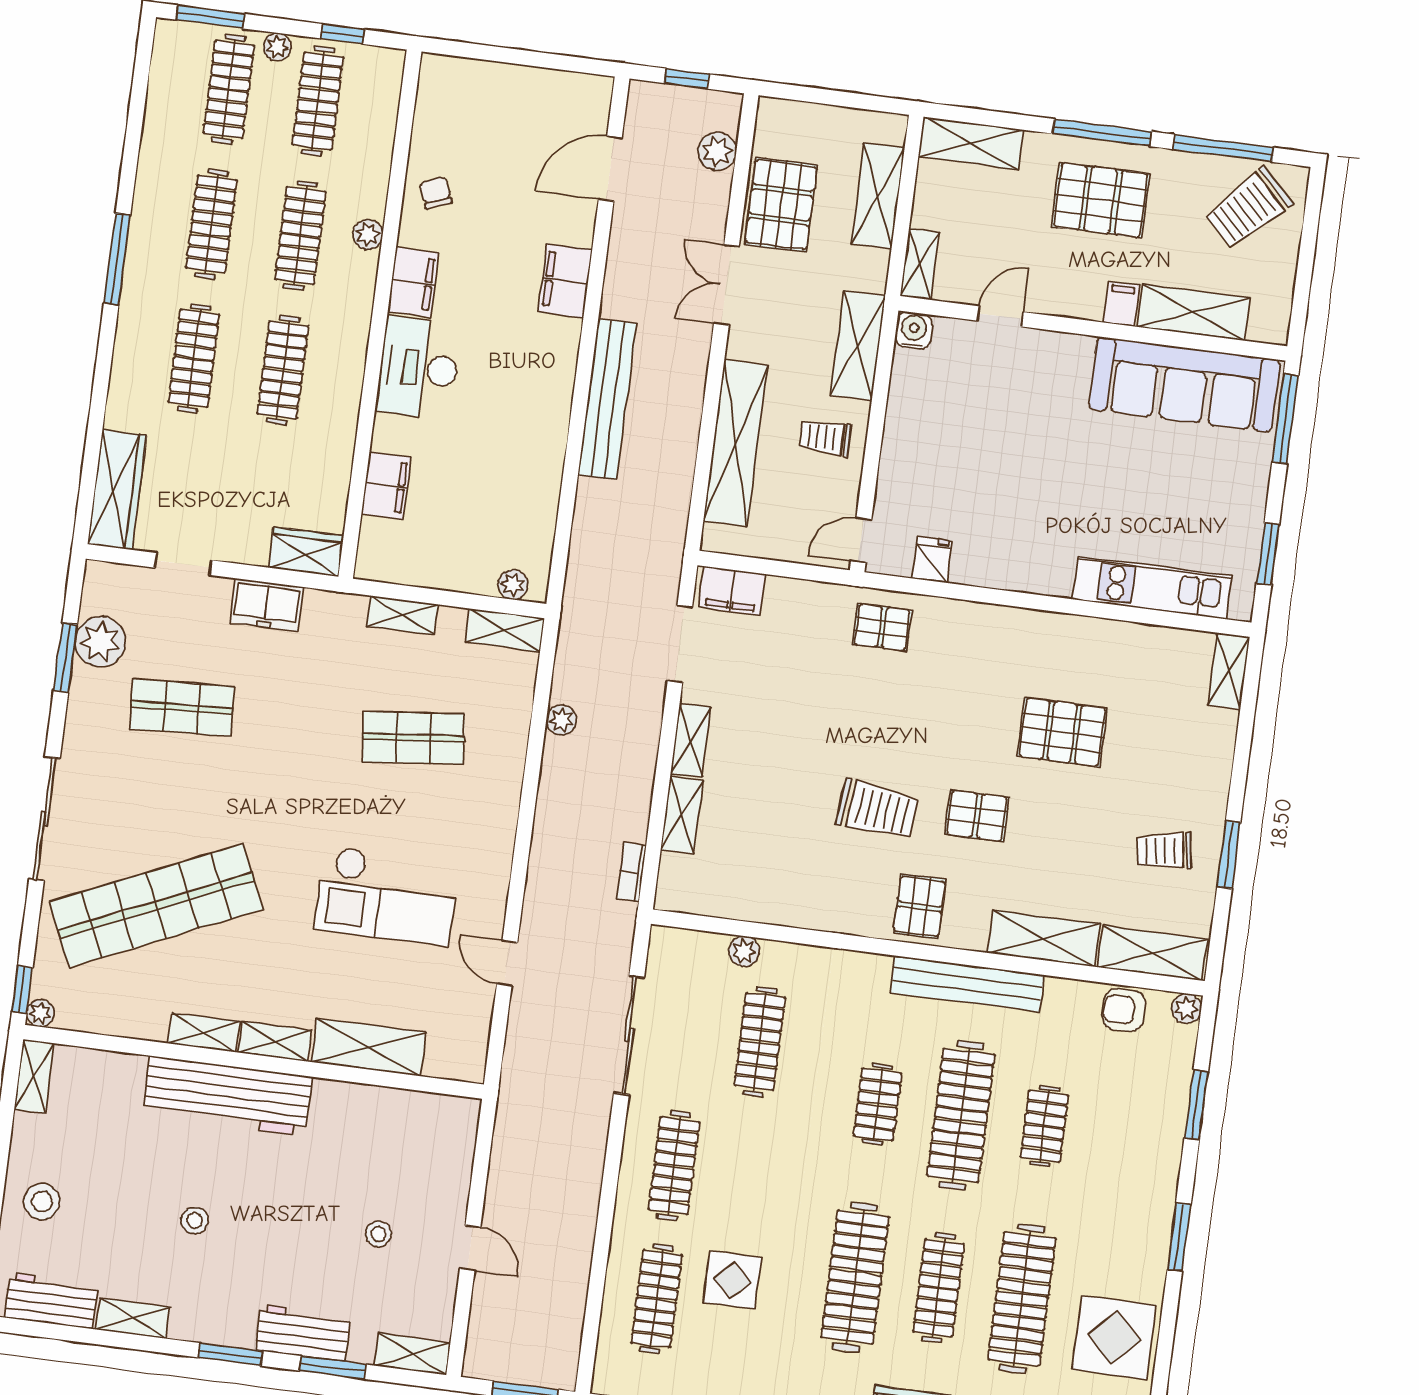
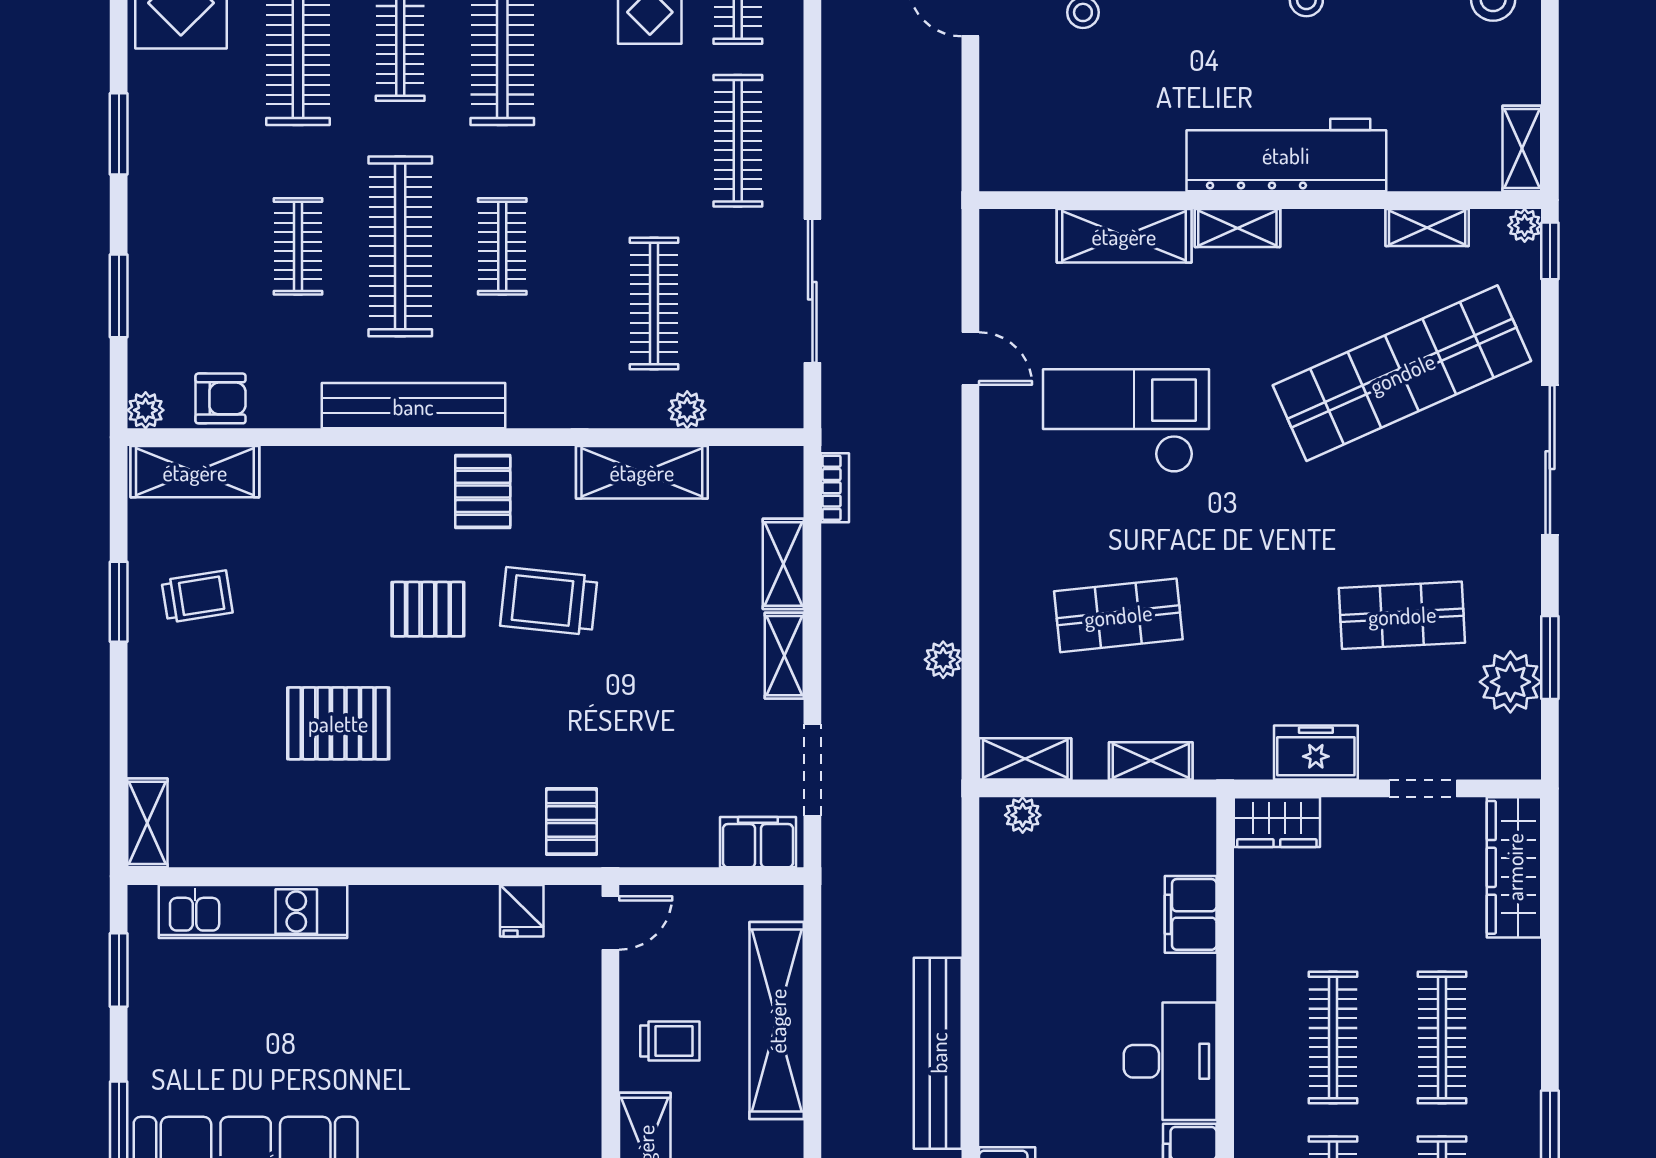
pallet: (882, 627) -> (571, 822), turned 90
shelving: (1044, 938) -> (642, 472), moved
shelving: (203, 1033) -> (1427, 228), moved

